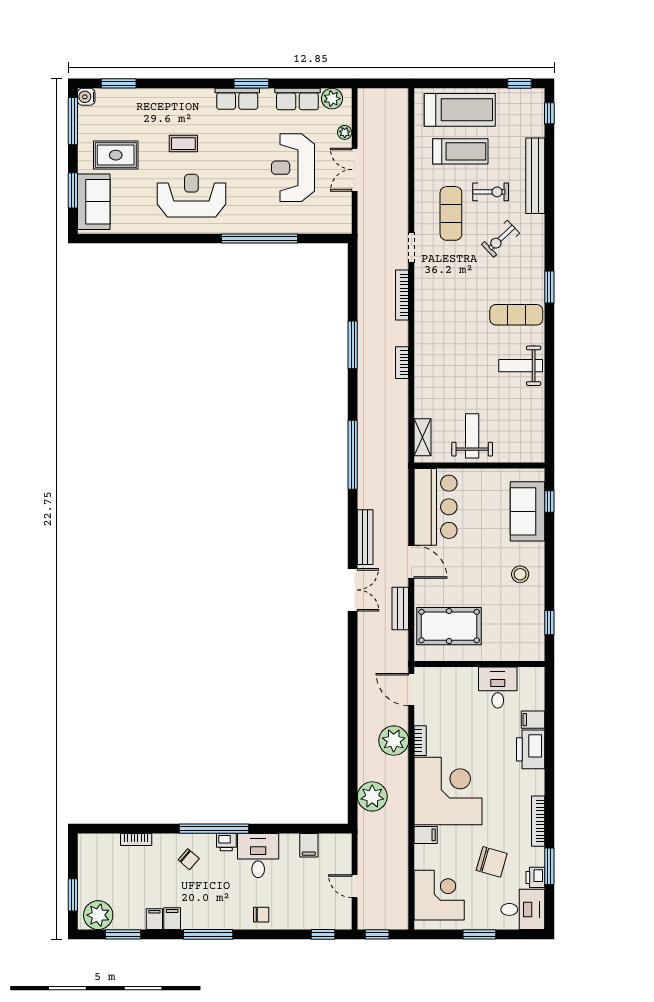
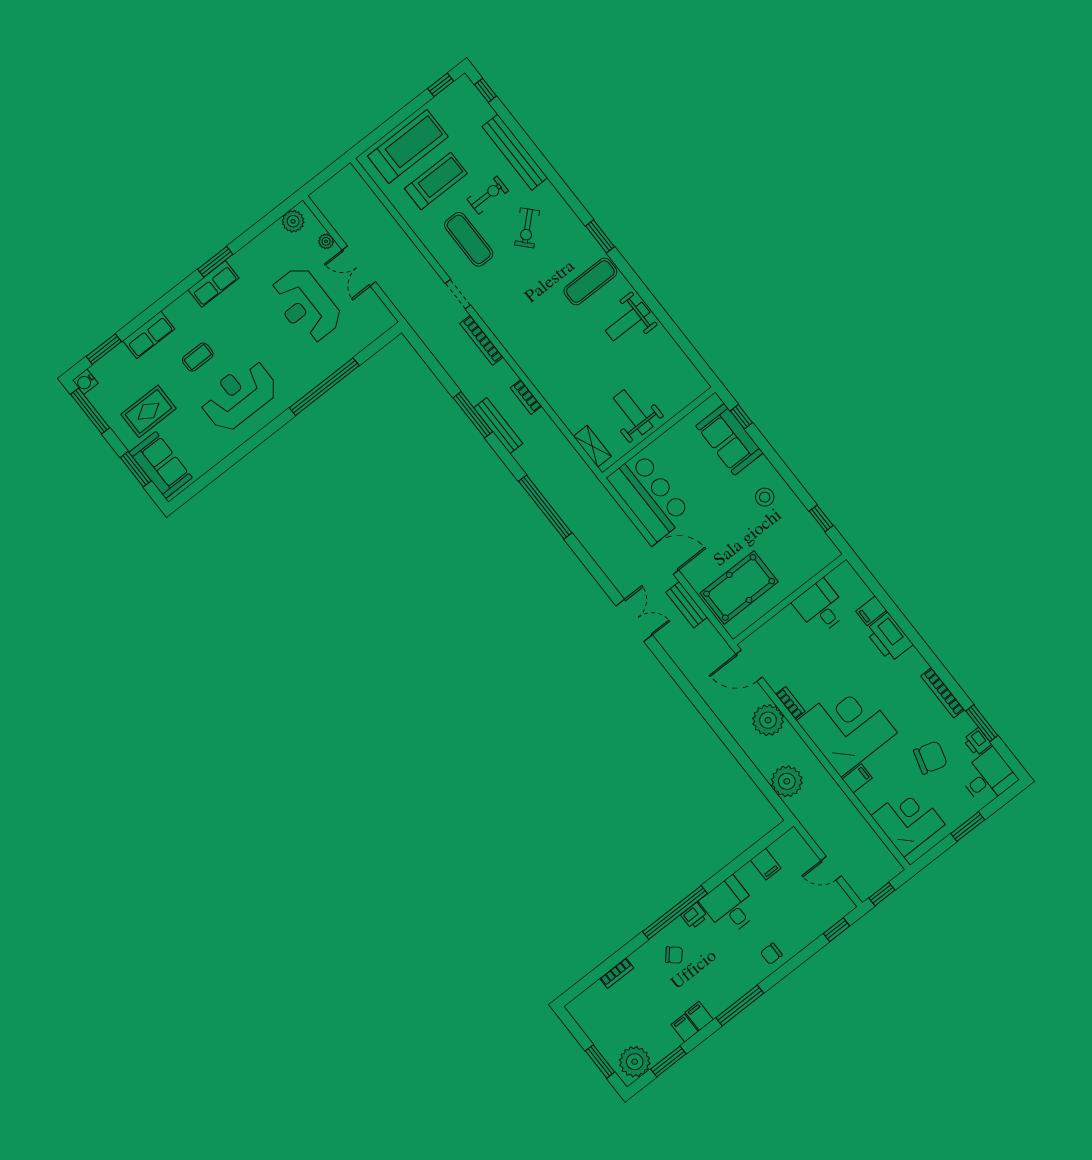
row of seats: (297, 99) -> (149, 335), moved
bench: (365, 537) -> (498, 426), moved
chair: (261, 915) -> (771, 954), turned 180

